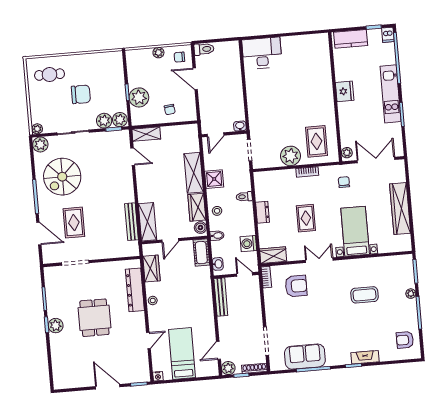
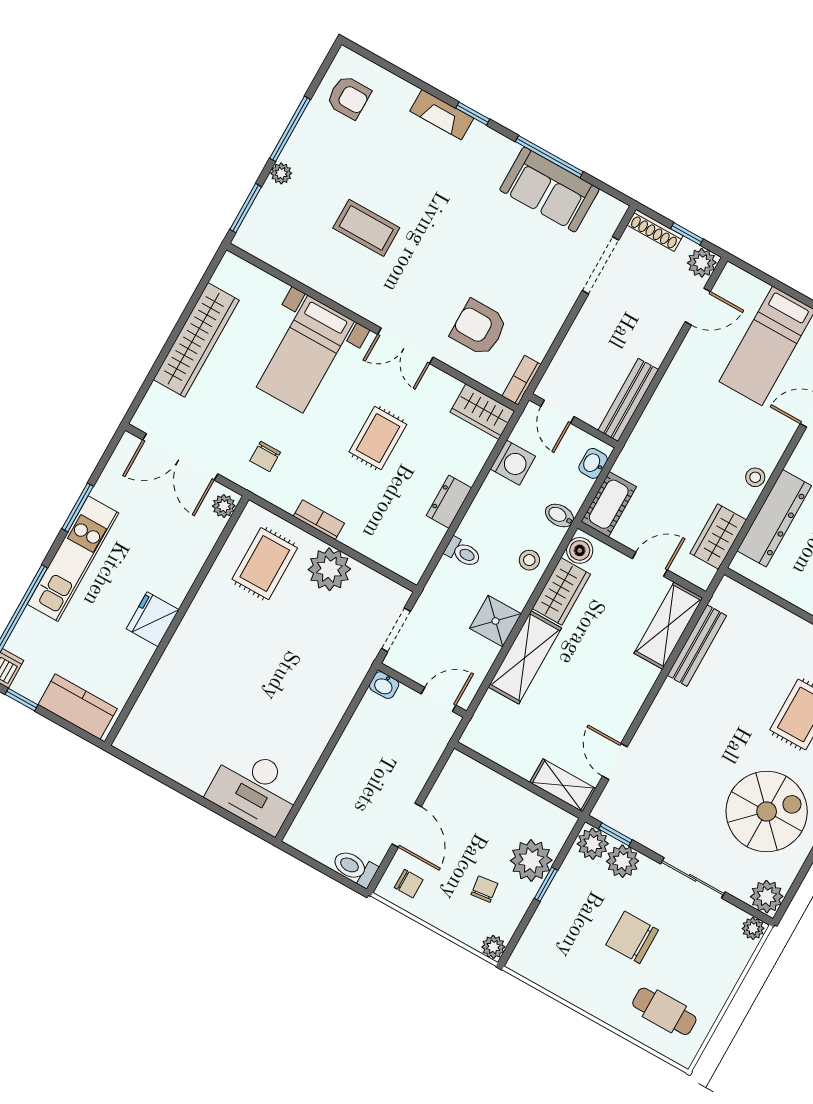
plant: (158, 53) -> (493, 947), moved
chair: (170, 109) -> (484, 889), moved

